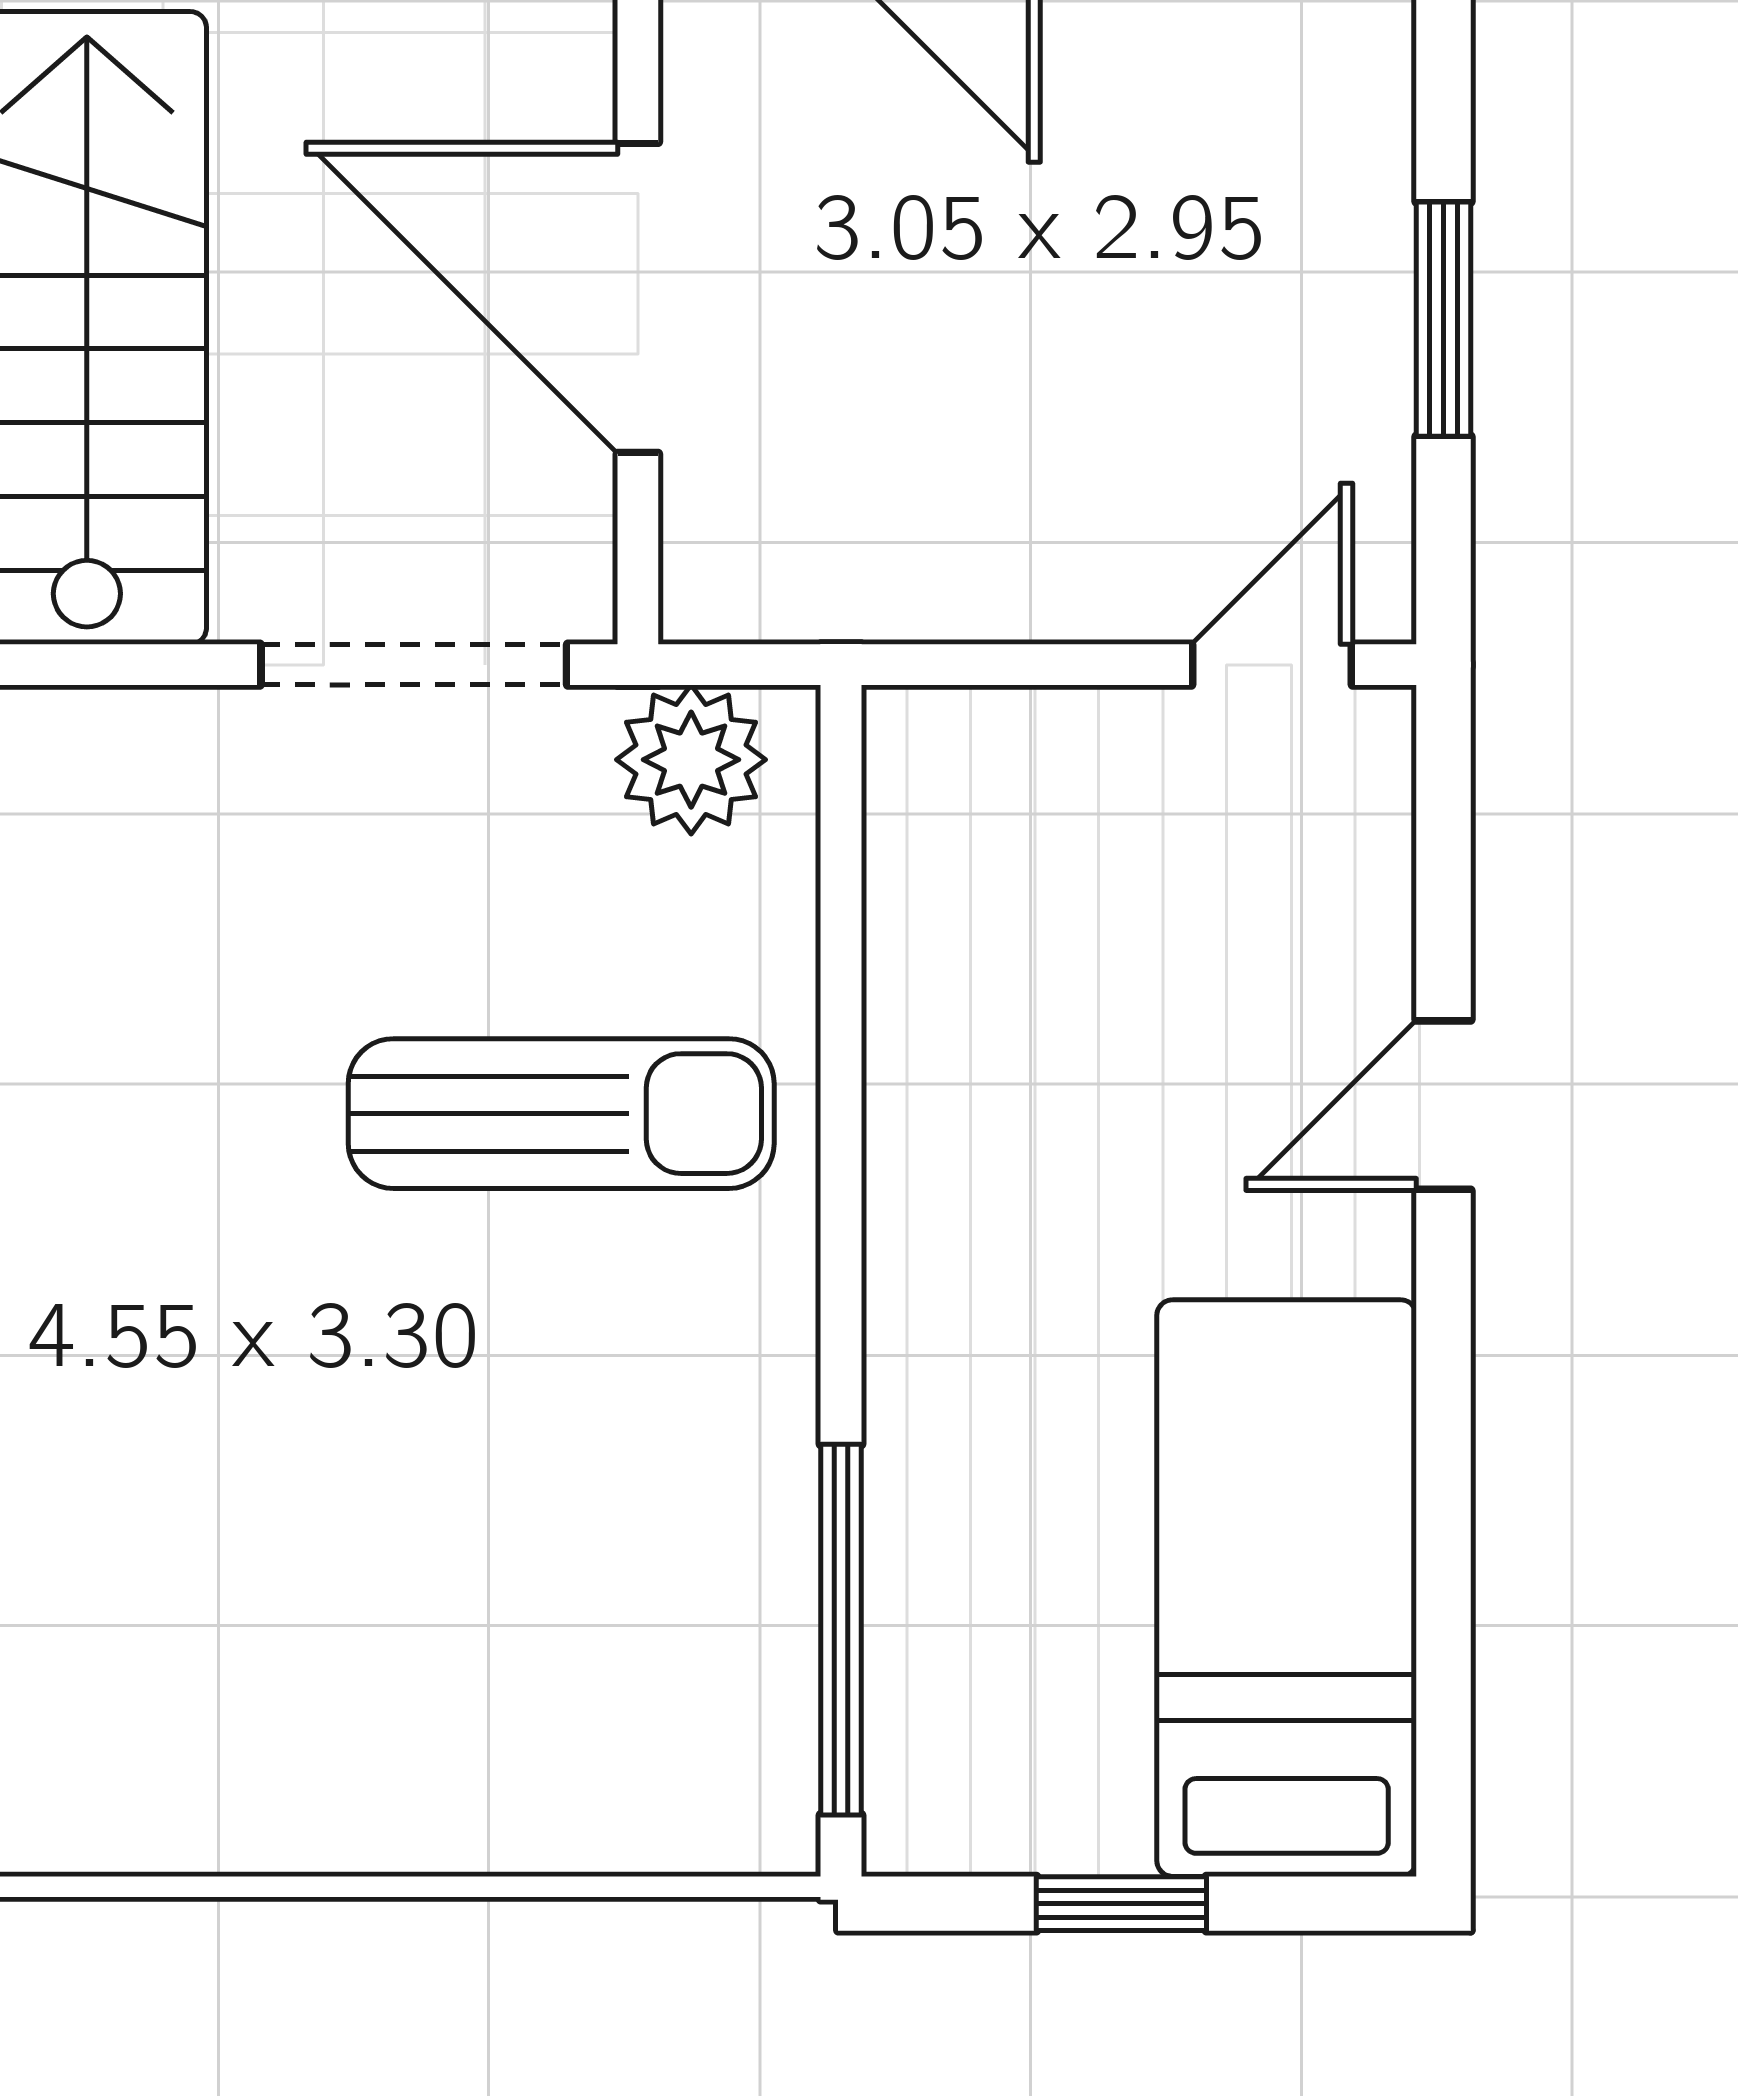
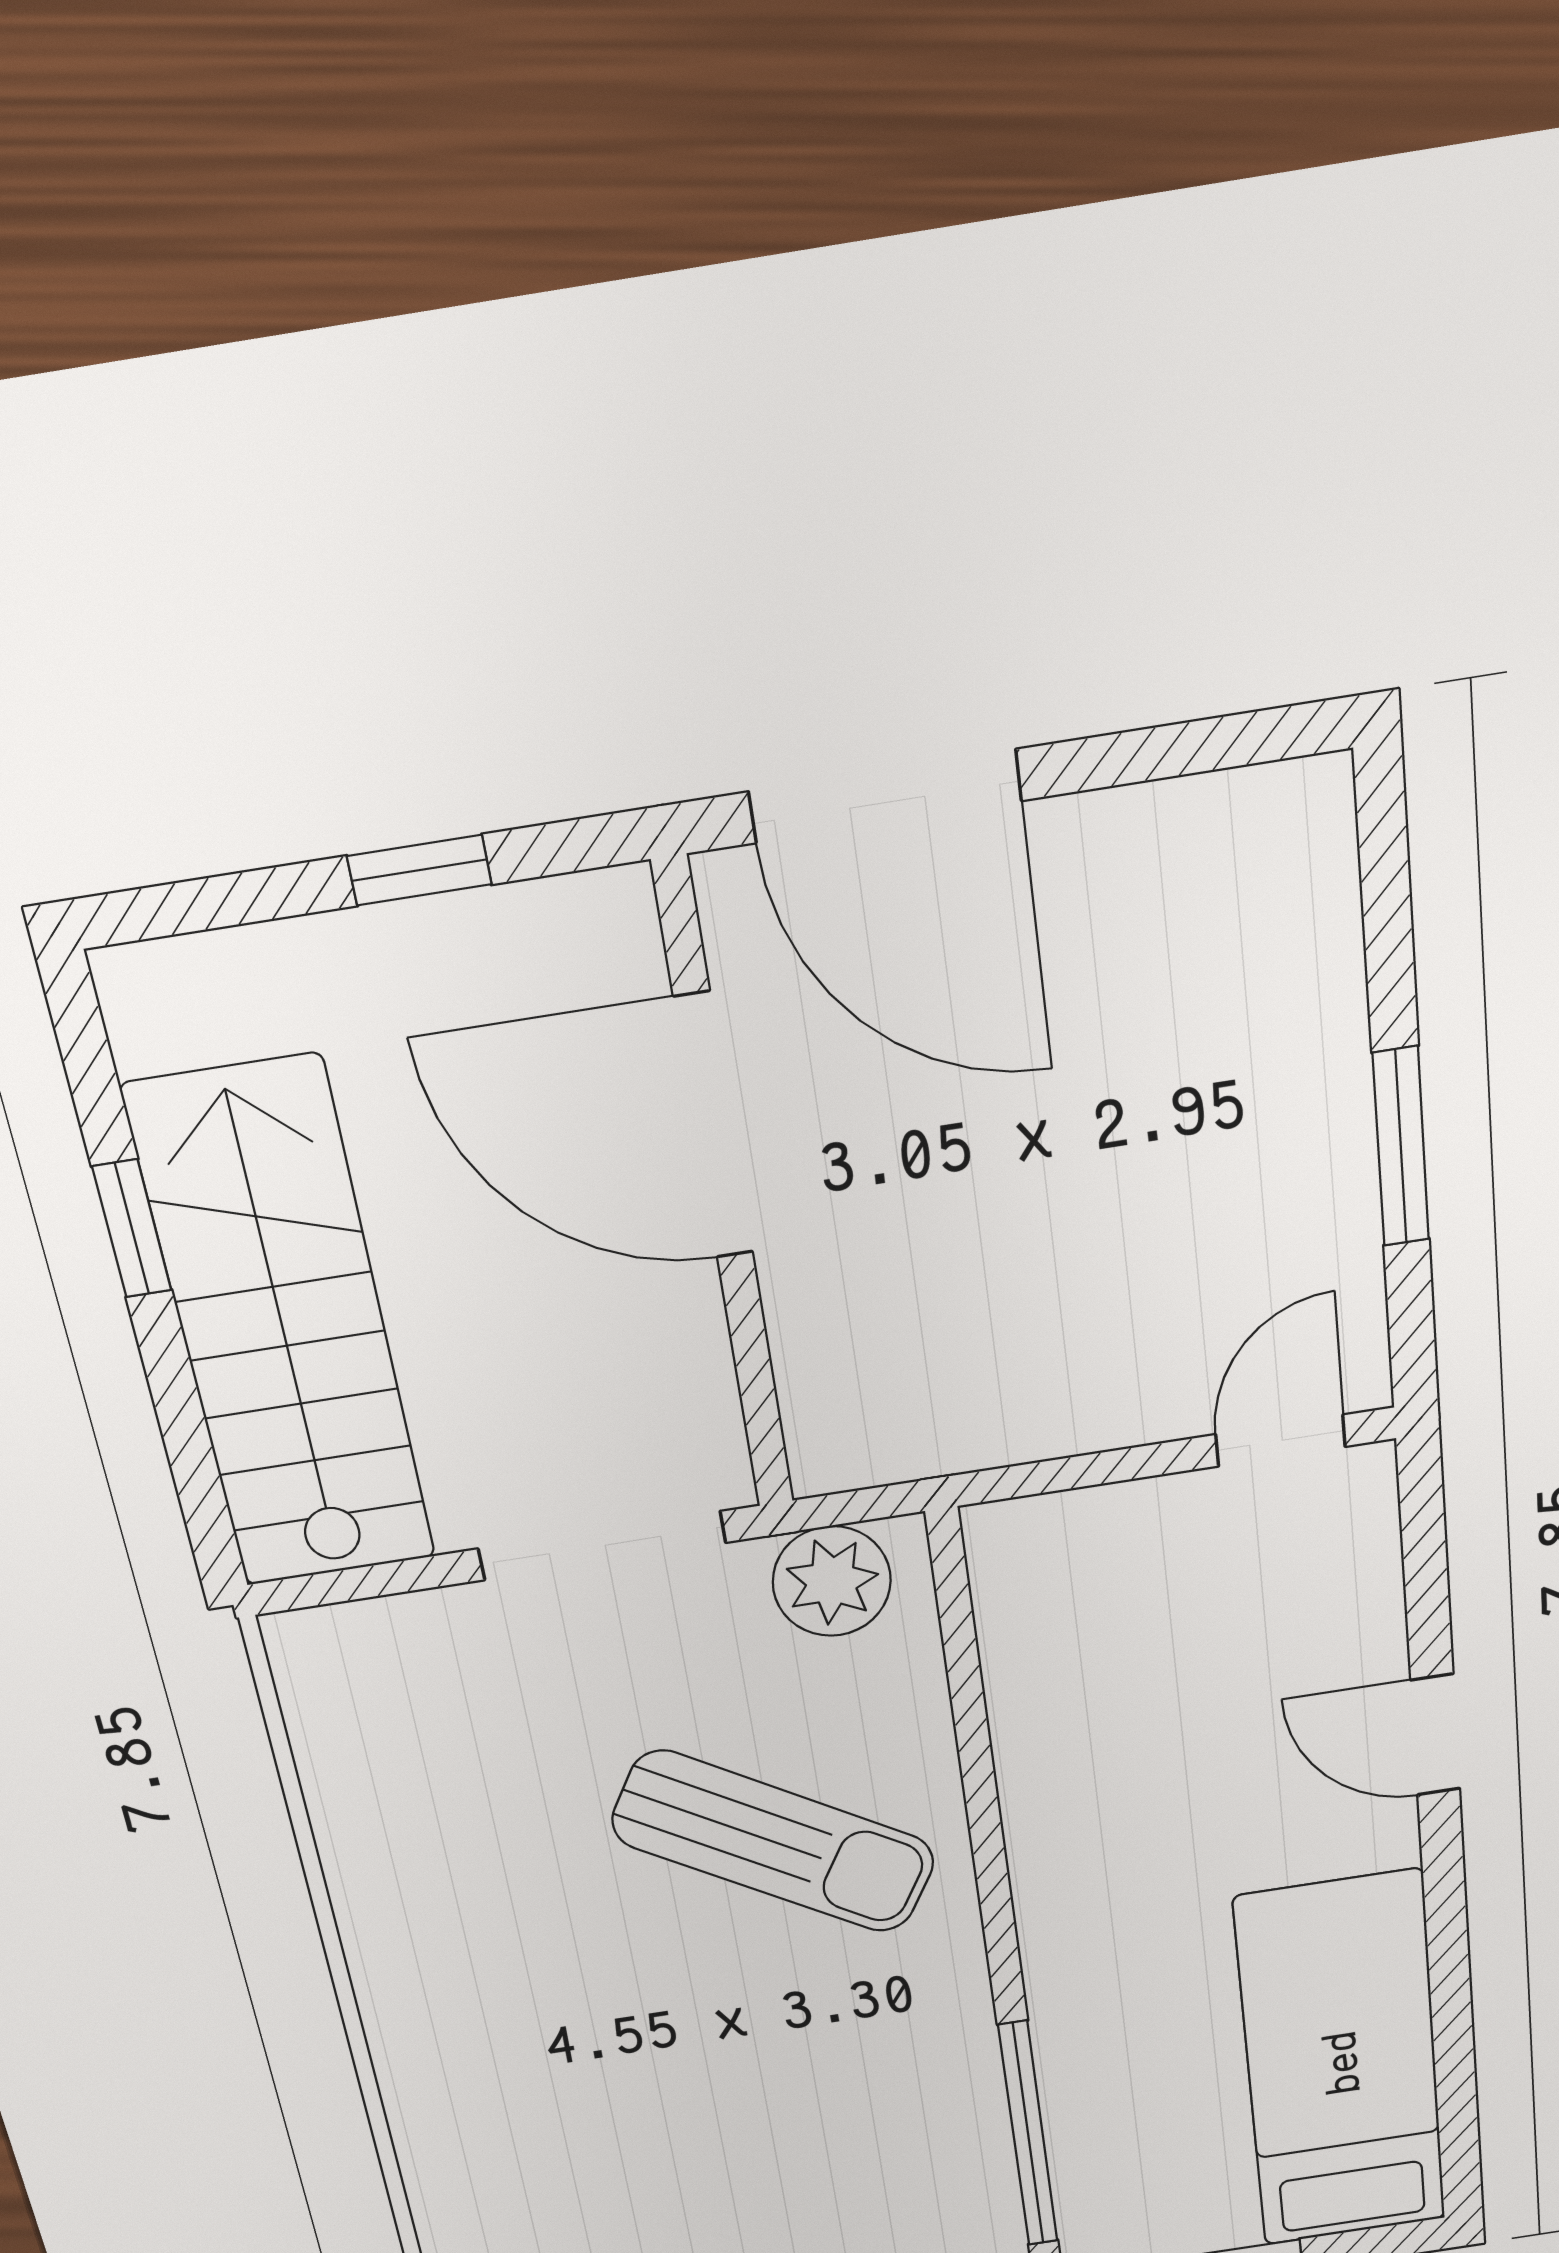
door: (638, 298) -> (714, 1126), moved
door: (1444, 1105) -> (1435, 1735), hinge flipped
sun lounger: (561, 1114) -> (774, 1842), turned 31

